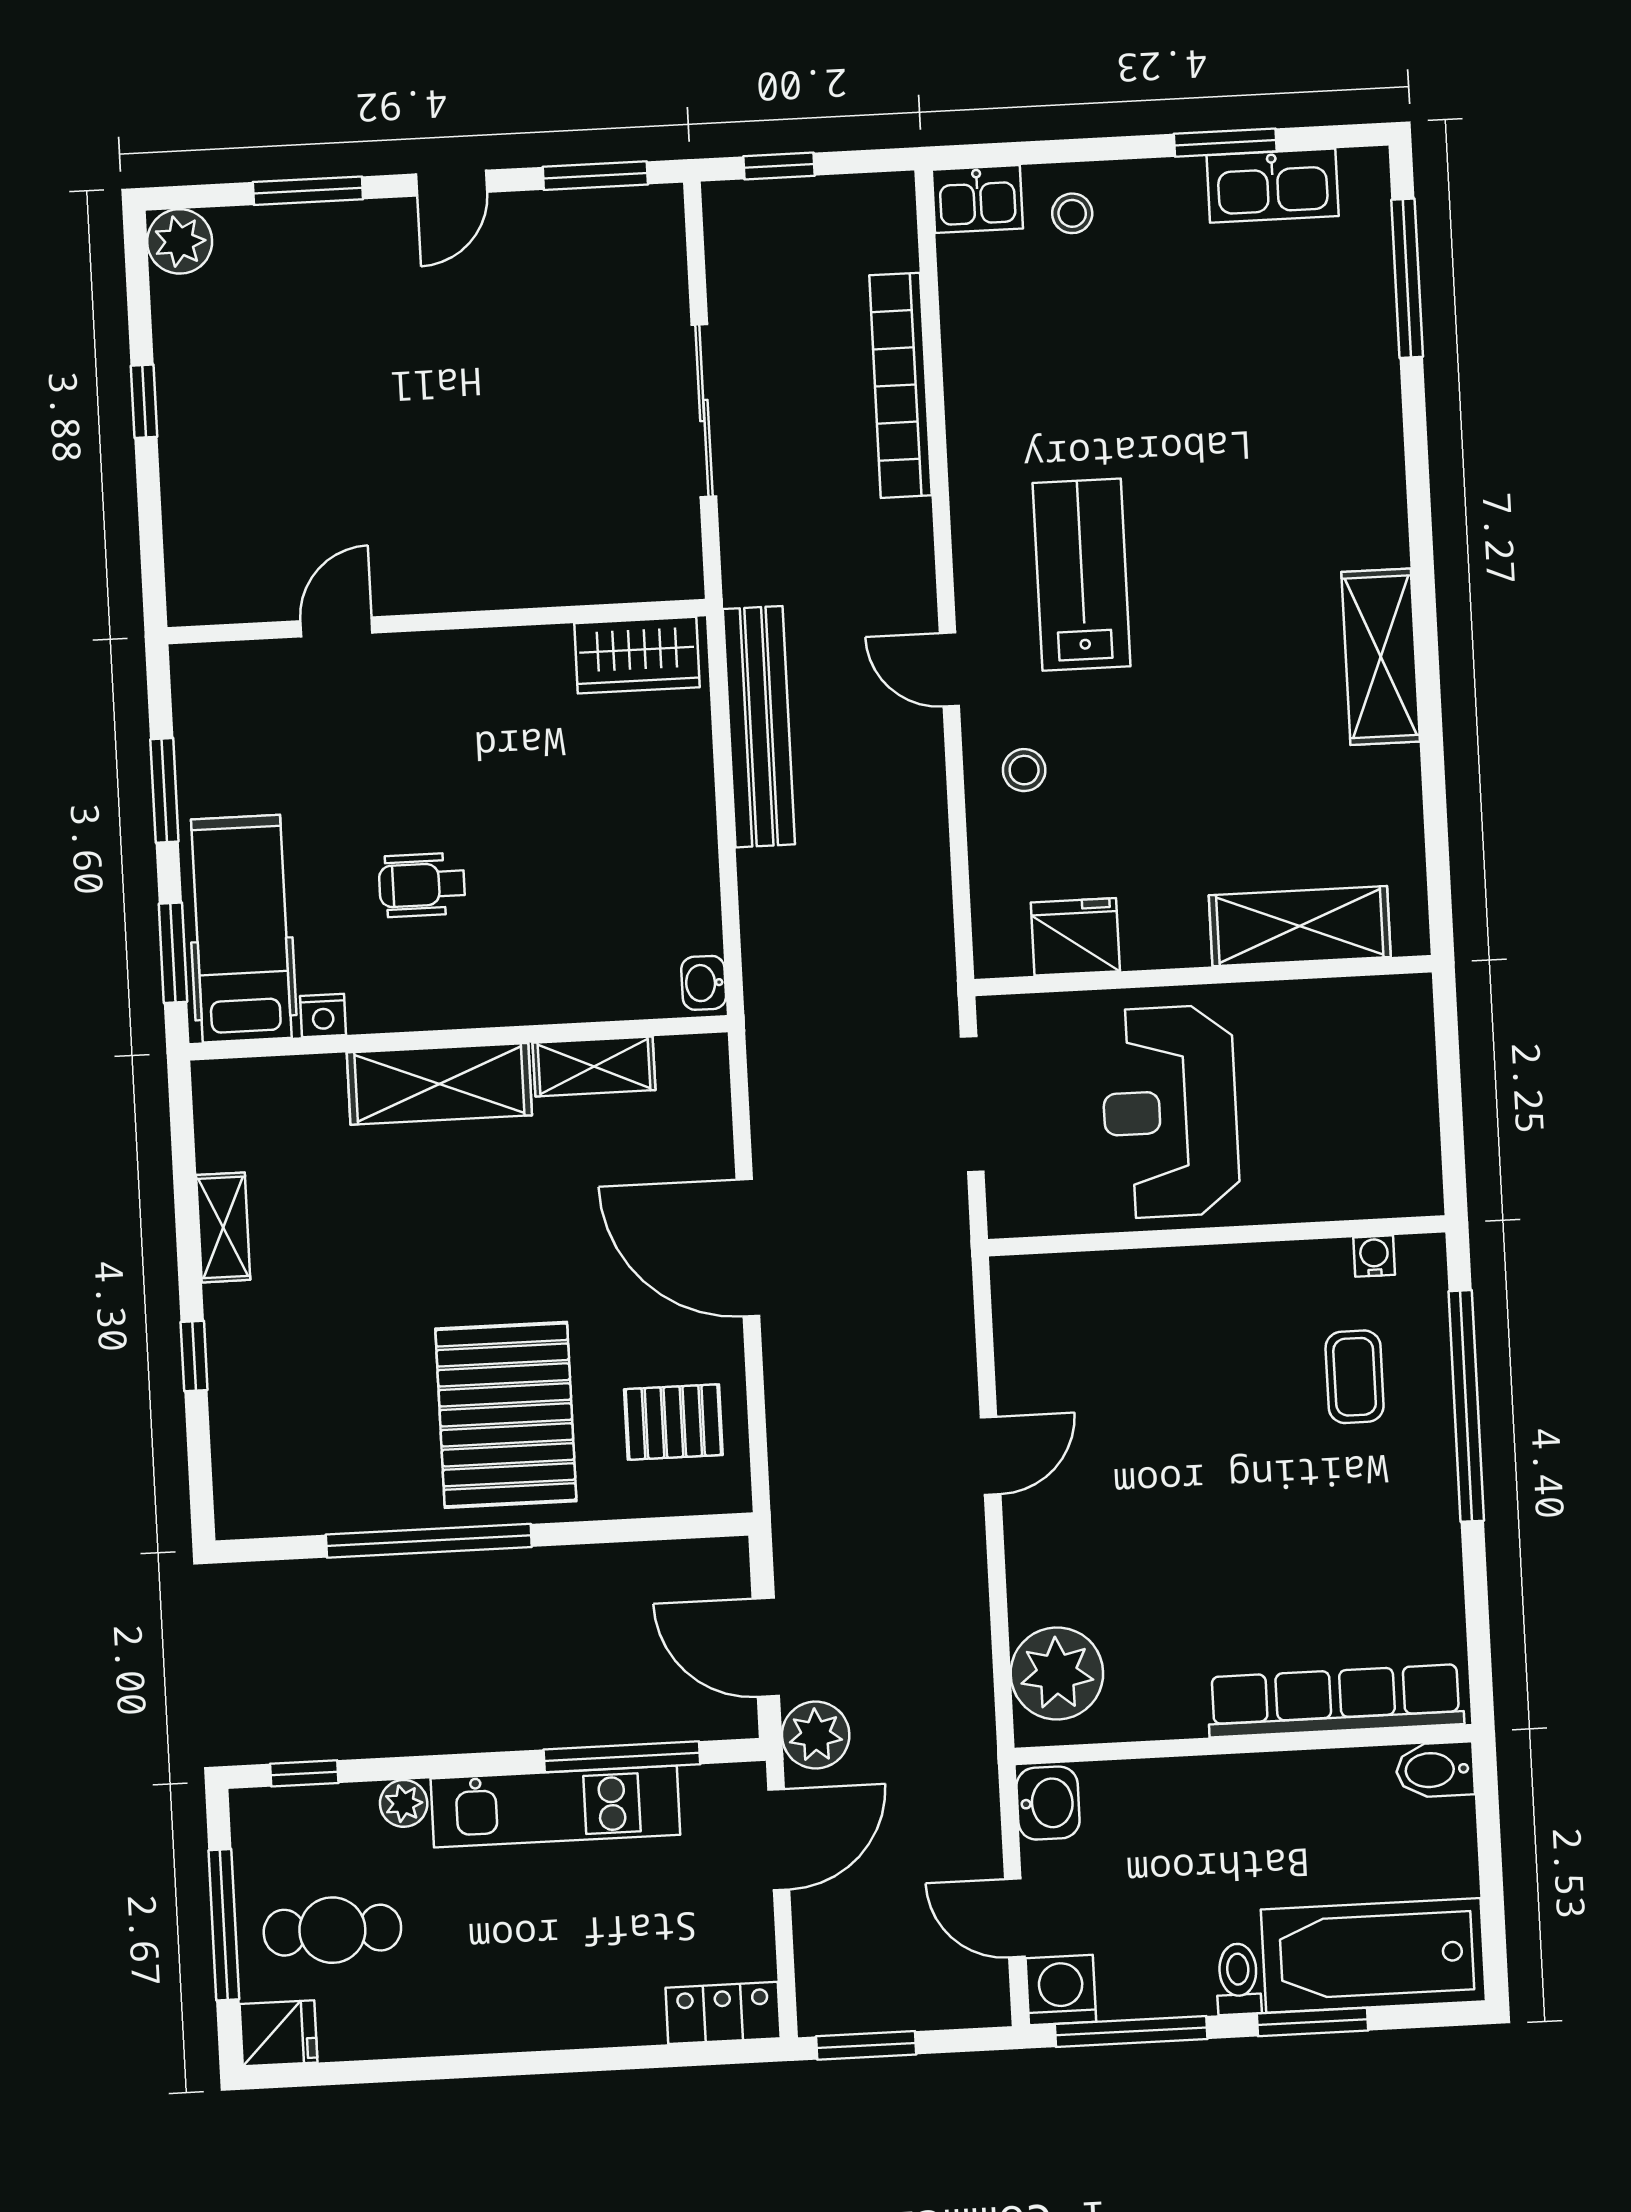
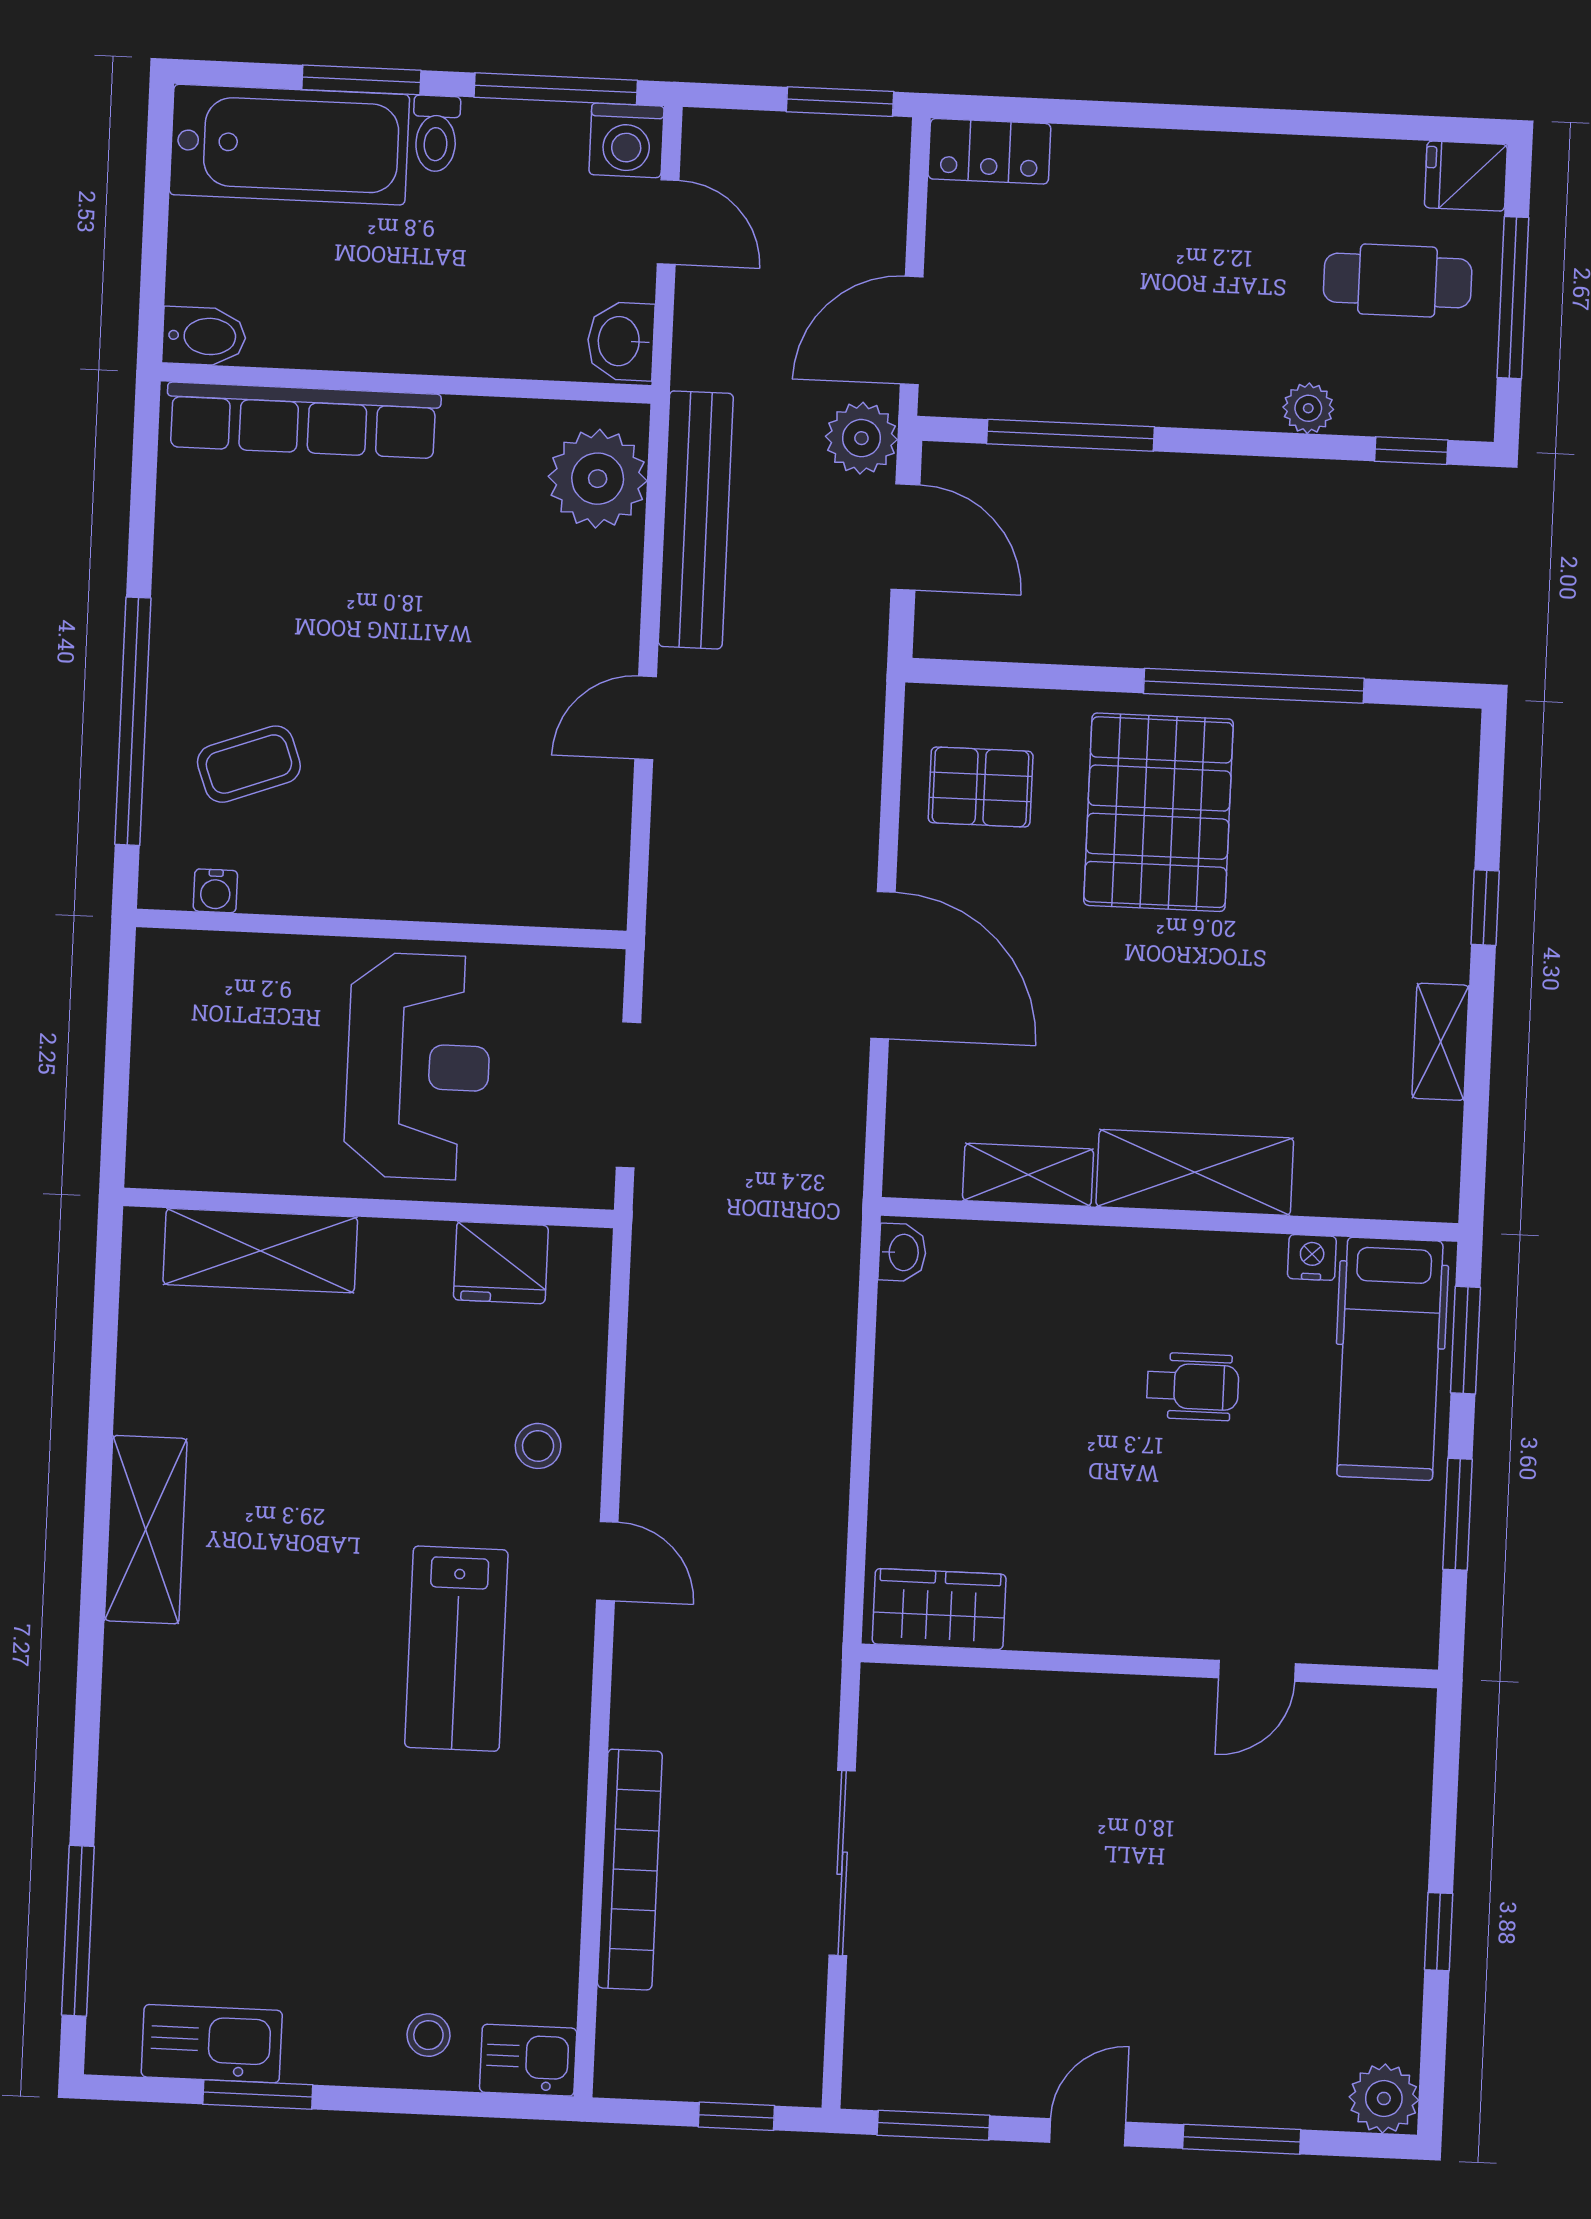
bench: (759, 727) -> (696, 520), moved
coffee table: (1355, 1377) -> (249, 764), turned 70
kitchen unit: (555, 1807) -> (1147, 389), removed

